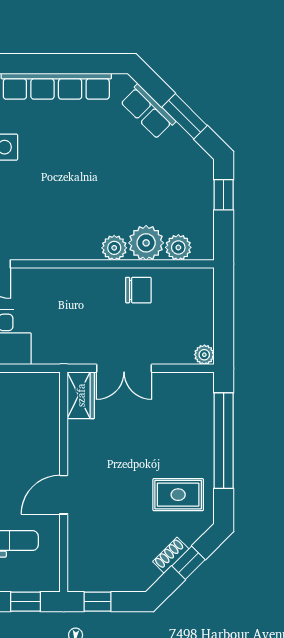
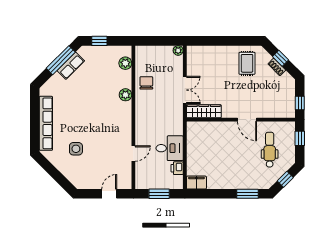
row of seats: (148, 111) -> (71, 66), moved
window: (185, 116) -> (61, 60), width x1.44
plant: (146, 243) -> (123, 79), removed
wardrobe: (81, 395) -> (204, 111), width x1.50
window: (224, 441) -> (220, 41), removed

